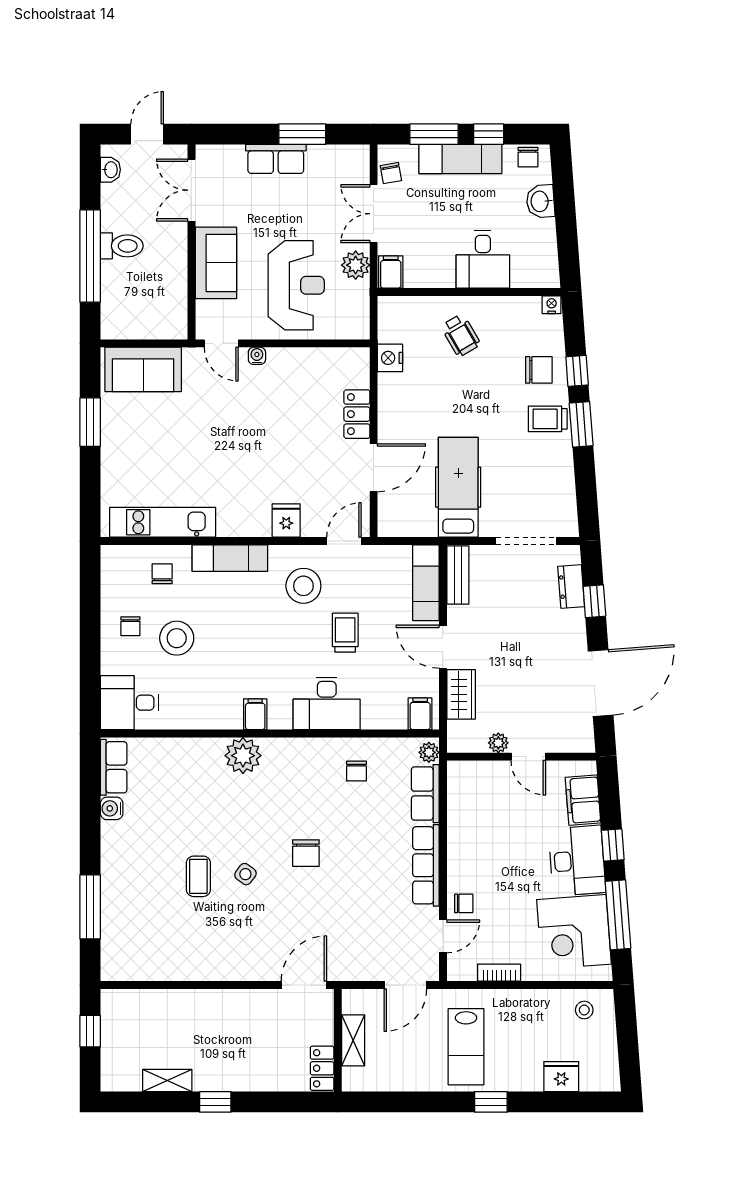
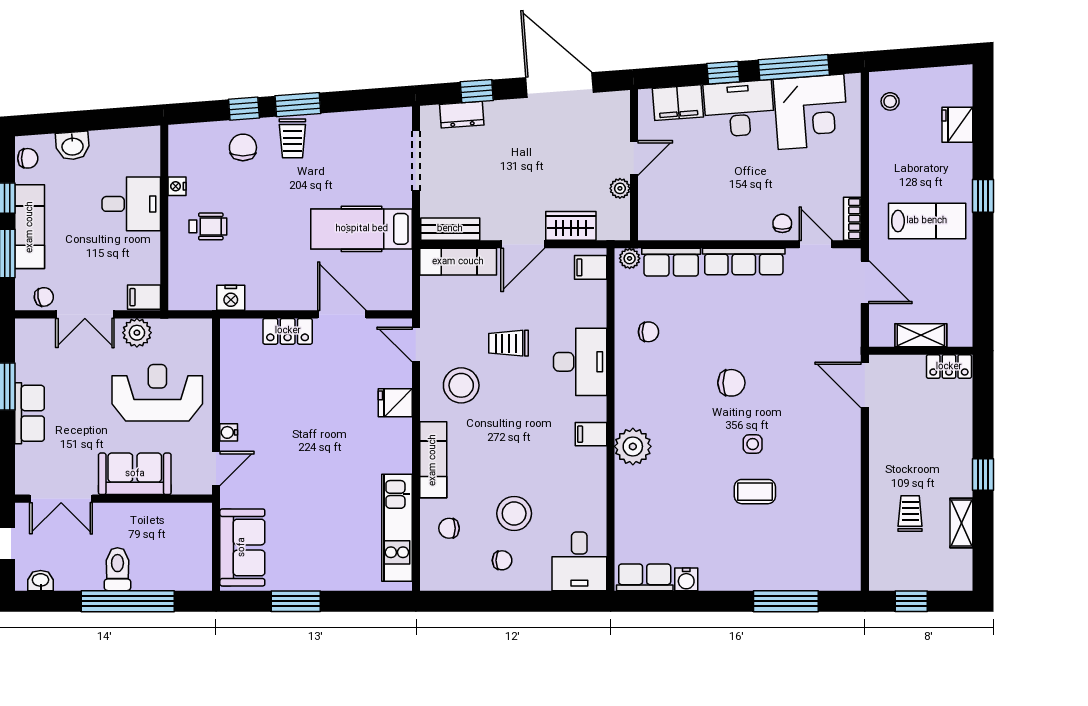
nightstand: (552, 305) -> (177, 186), moved
wheelchair: (461, 335) -> (208, 226), turned 30
side table: (245, 874) -> (753, 444), turned -36
bookcase: (499, 973) -> (852, 219), moved
trolley: (177, 1030) -> (910, 513), added

